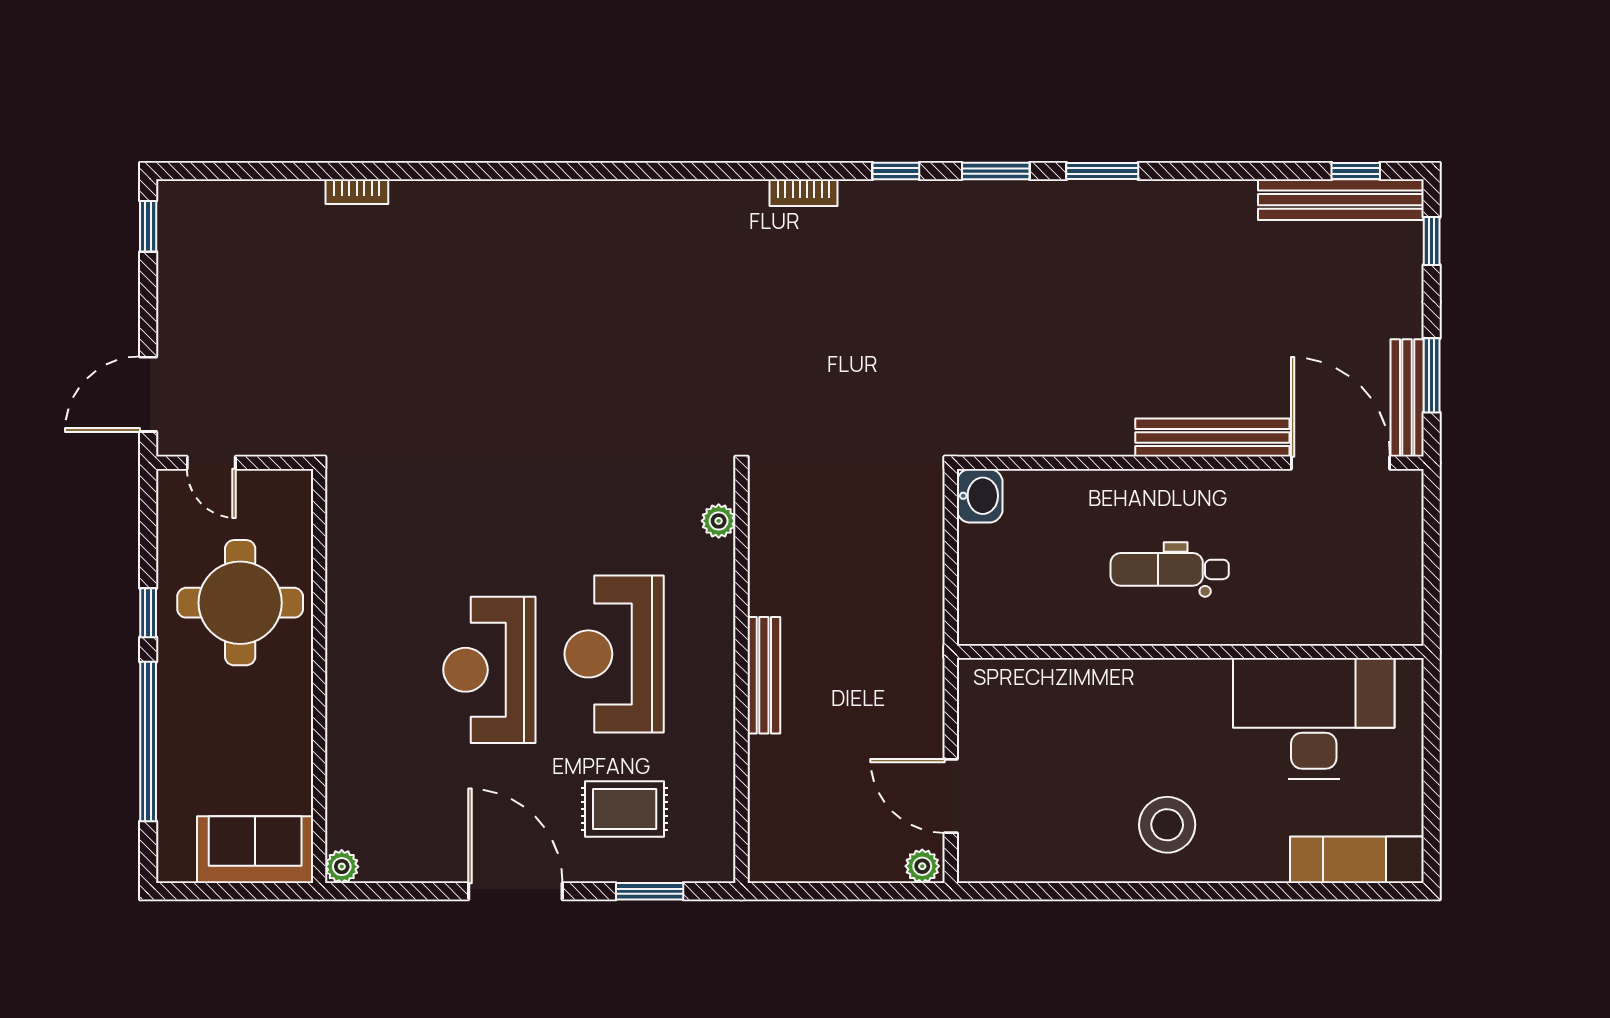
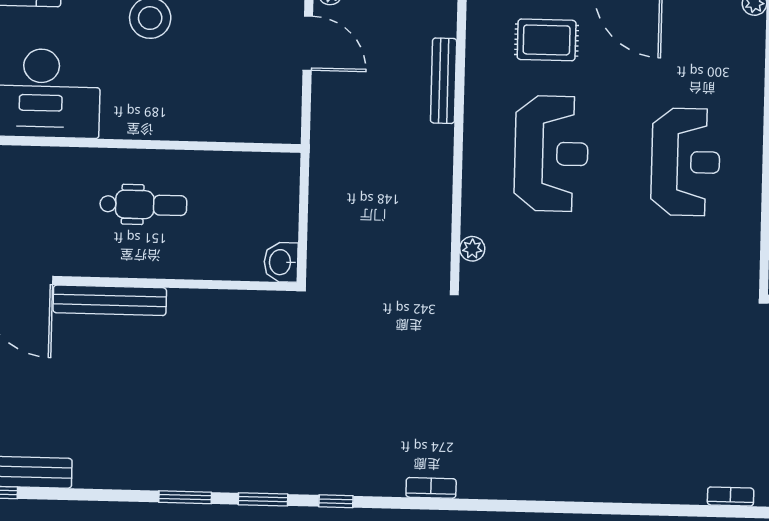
bookcase: (804, 193) -> (431, 488), moved
reception desk: (489, 670) -> (686, 162), moved
bench: (764, 675) -> (444, 81), moved

